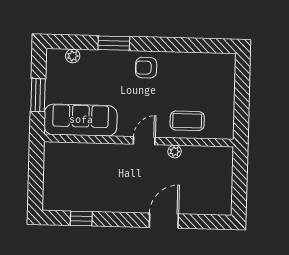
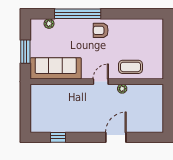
window: (114, 43) -> (78, 14), width x2.11

